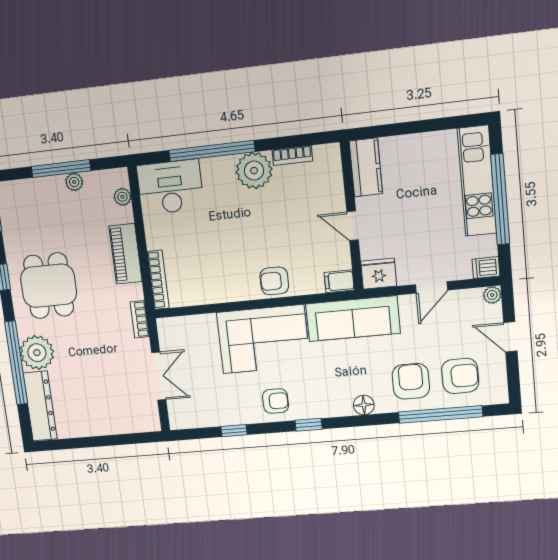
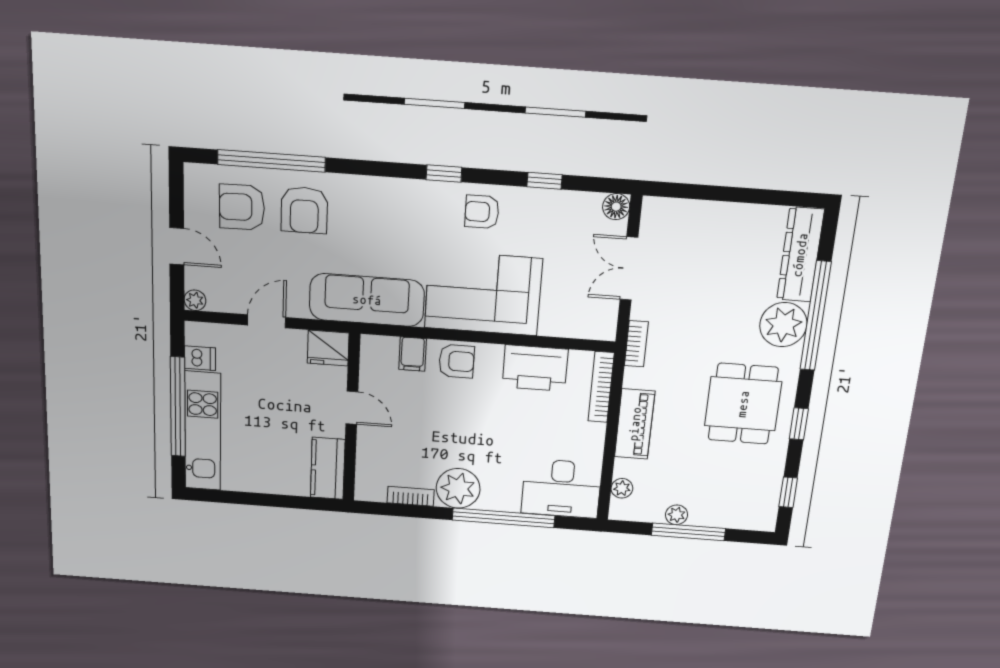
dishwasher: (486, 268) -> (200, 358), moved
filing cabinet: (339, 281) -> (413, 354), moved, turned 90
printer: (212, 286) -> (535, 368), added
floor lamp: (364, 405) -> (616, 207), moved

